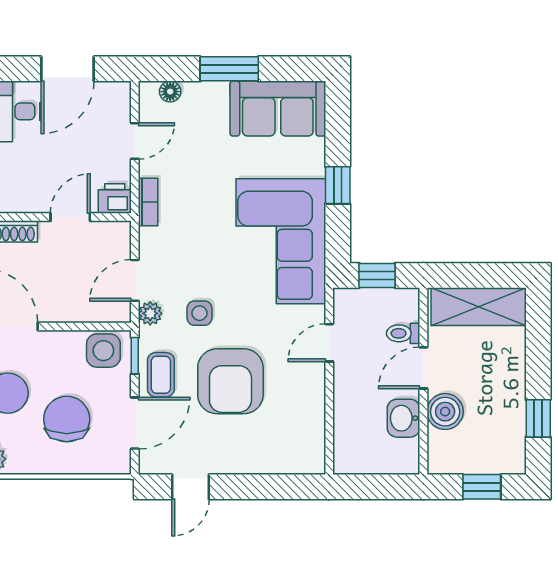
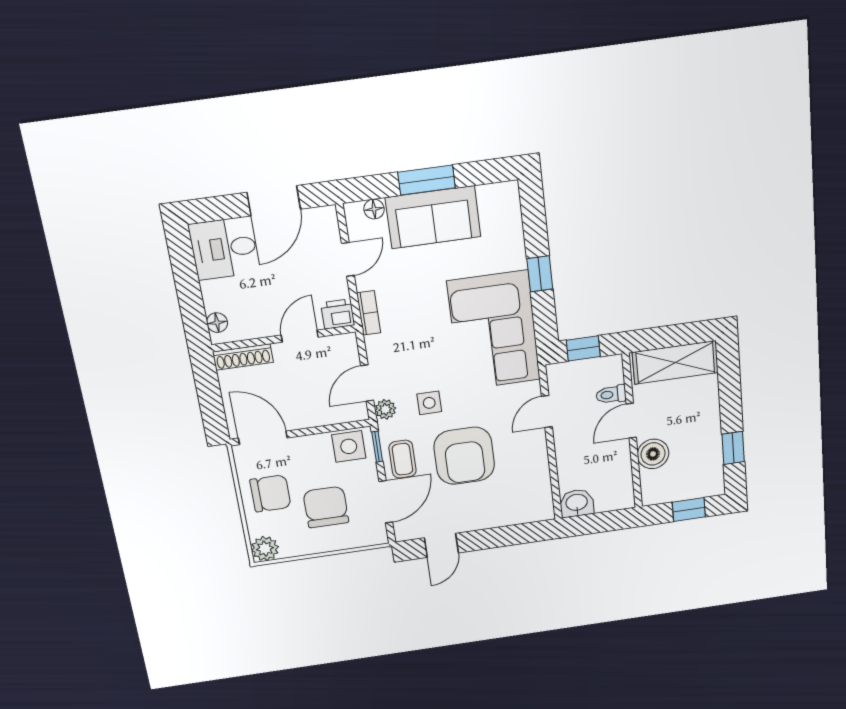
sofa: (278, 109) -> (433, 217), moved
washbasin: (404, 418) -> (577, 503), moved, turned 90

